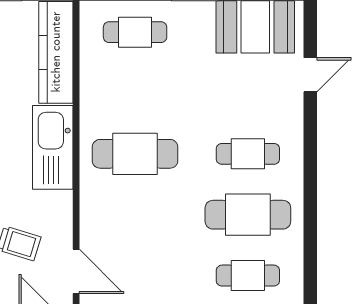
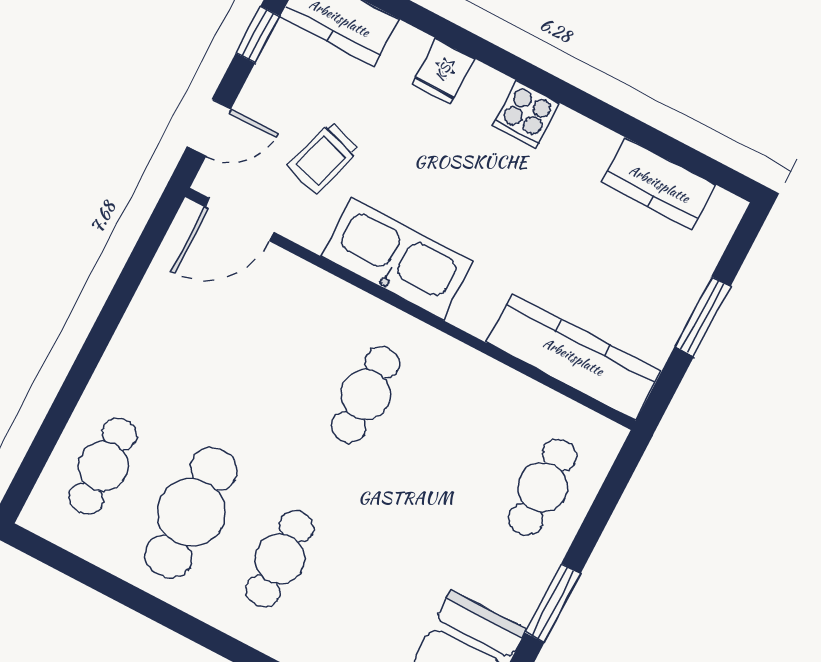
kitchen sink: (53, 147) -> (397, 259), moved
cafe table: (135, 154) -> (366, 395), width x0.73, depth x0.74

